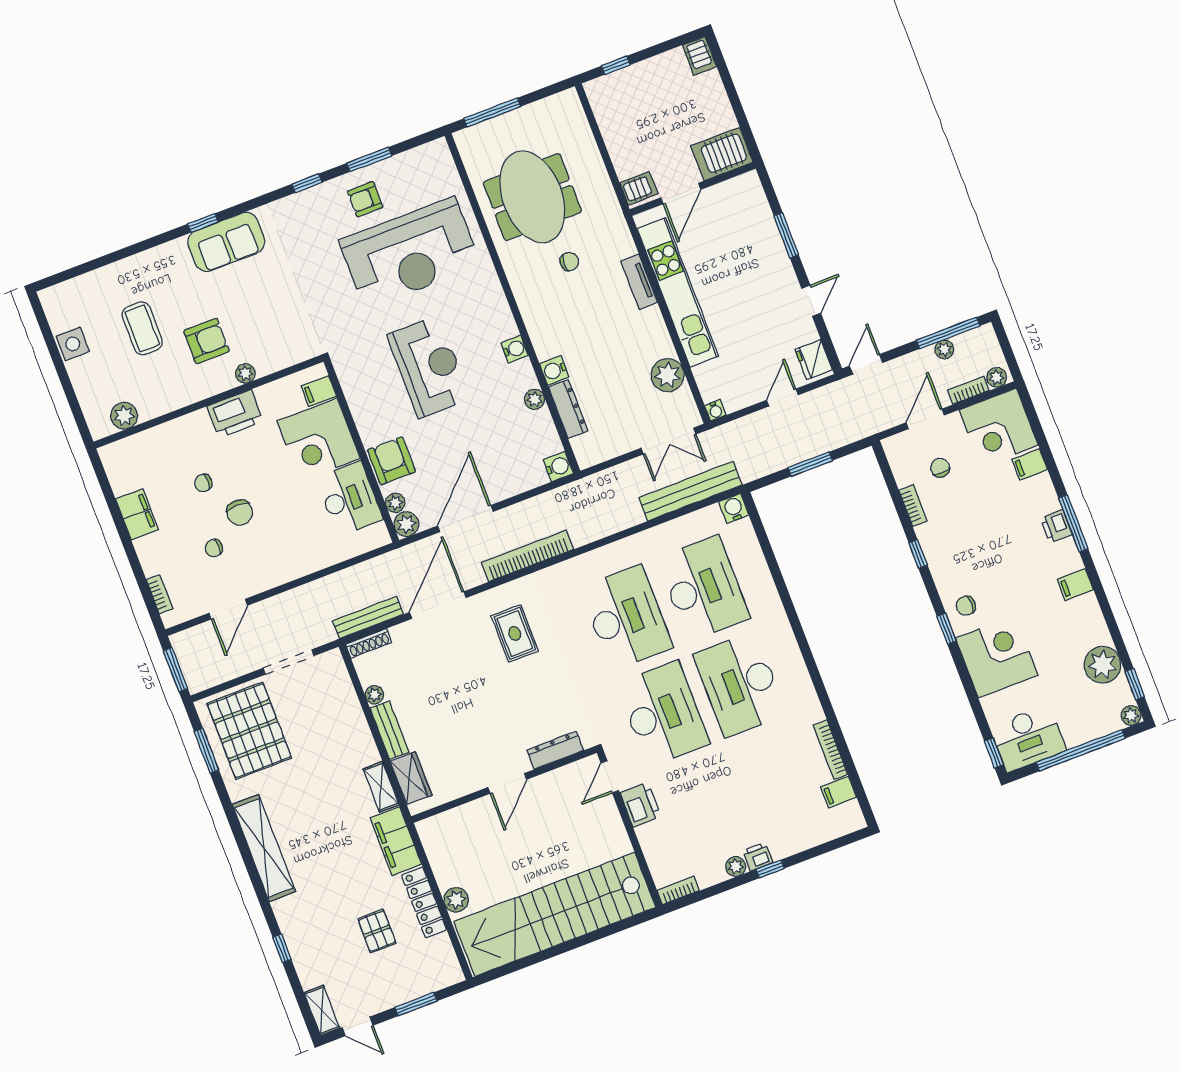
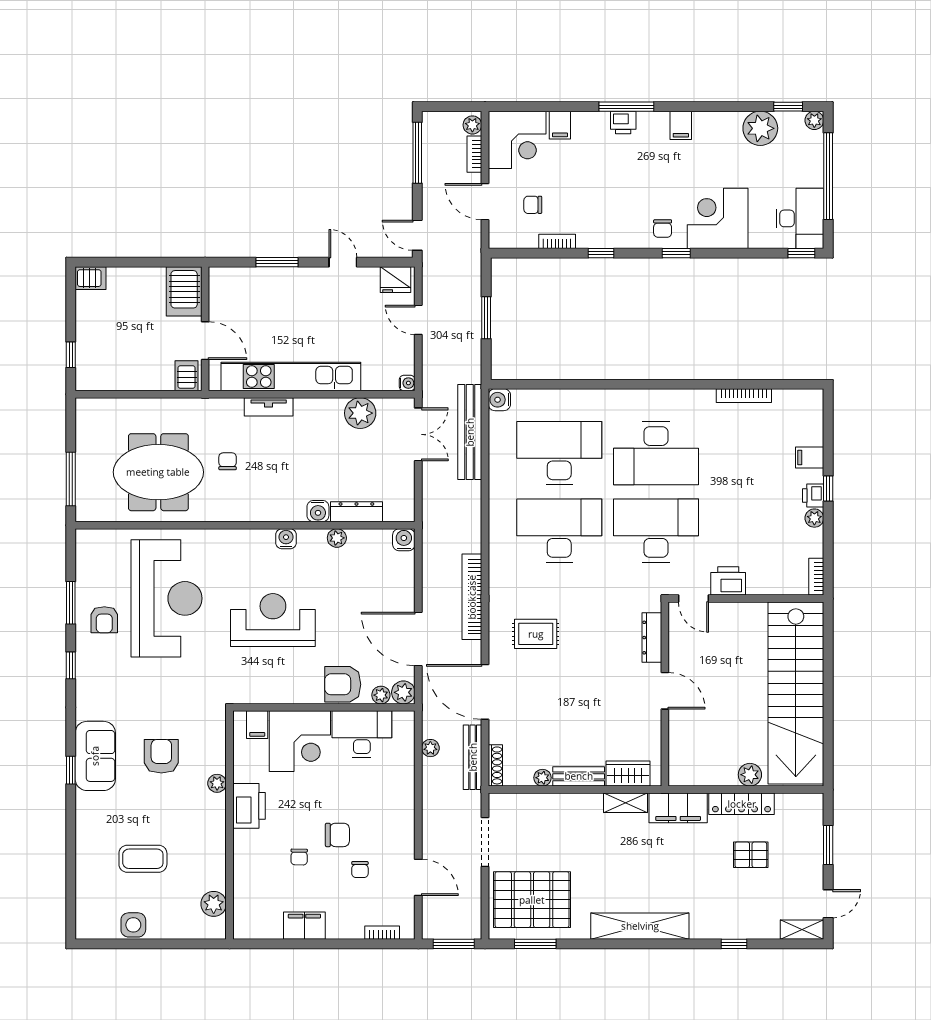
armchair: (207, 341) -> (161, 756), moved
plant: (944, 349) -> (430, 748), moved
filing cabinet: (839, 792) -> (810, 457), moved, turned 90

